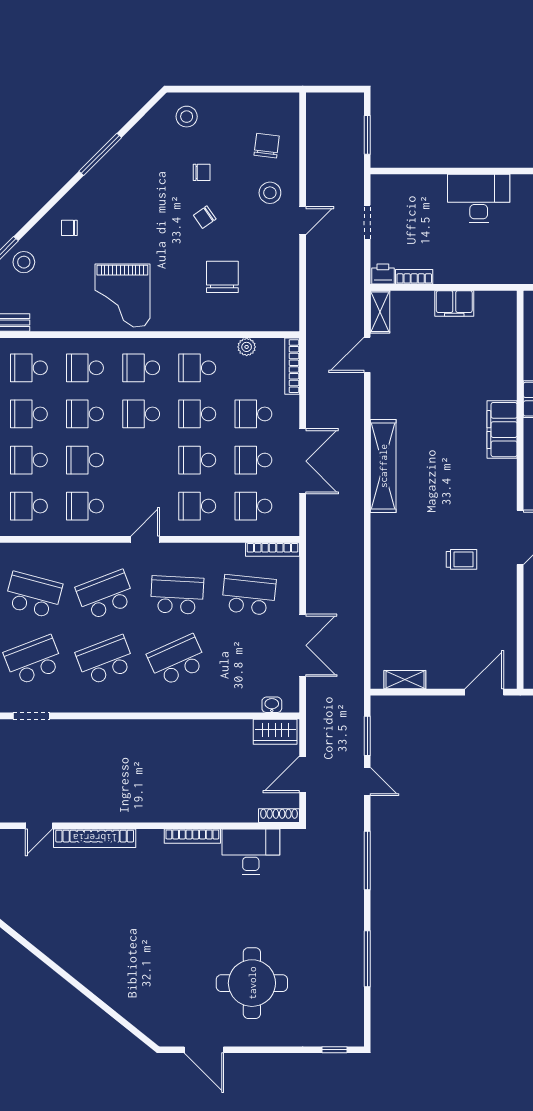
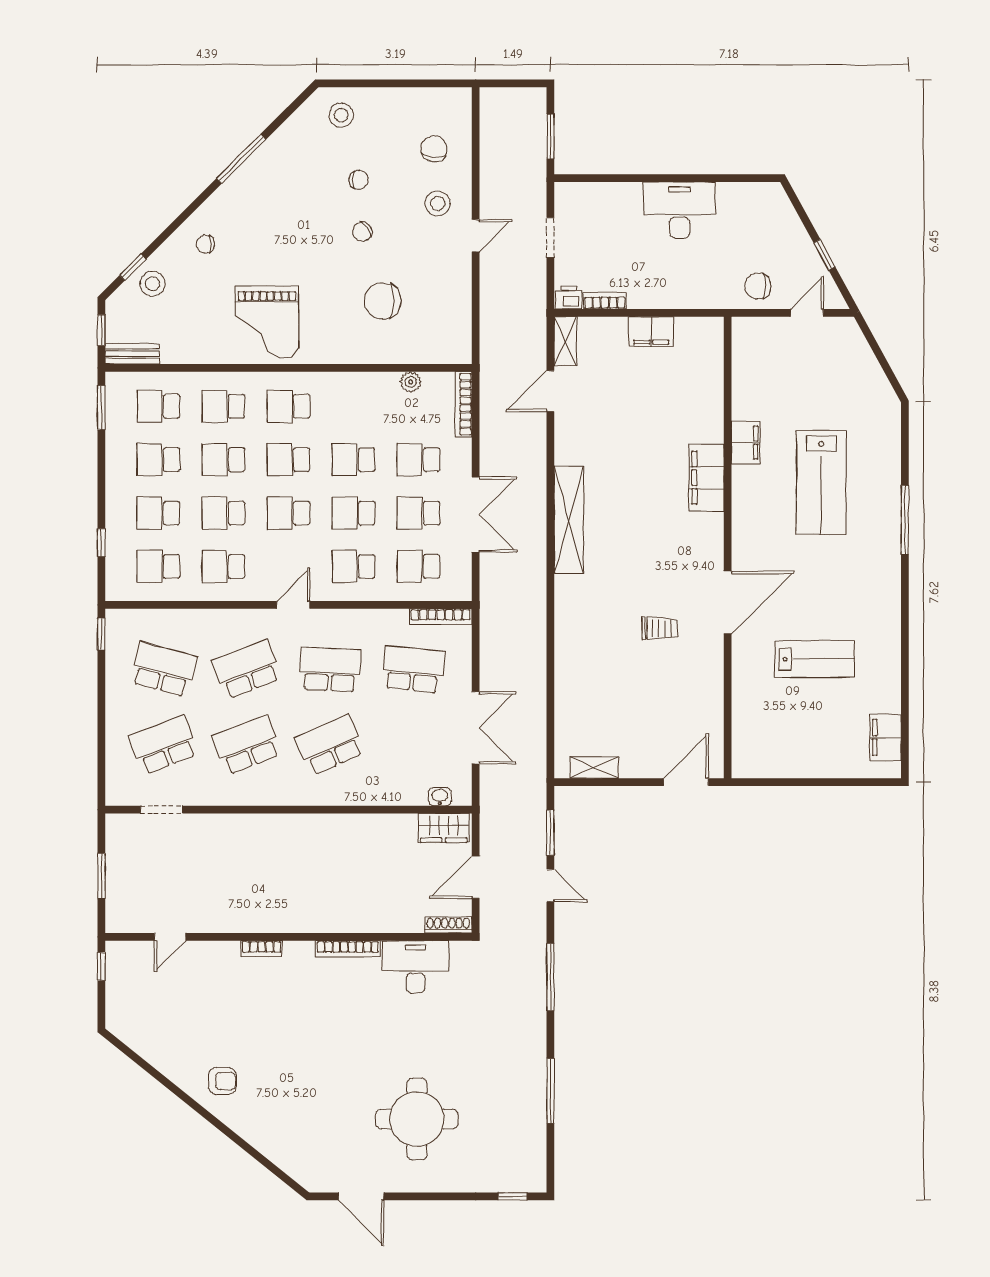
chair: (222, 277) -> (383, 301), turned -90
school desk: (197, 368) -> (288, 513), moved
bookcase: (95, 838) -> (262, 949), width x0.43, depth x0.76
armchair: (84, 950) -> (222, 1081), added

